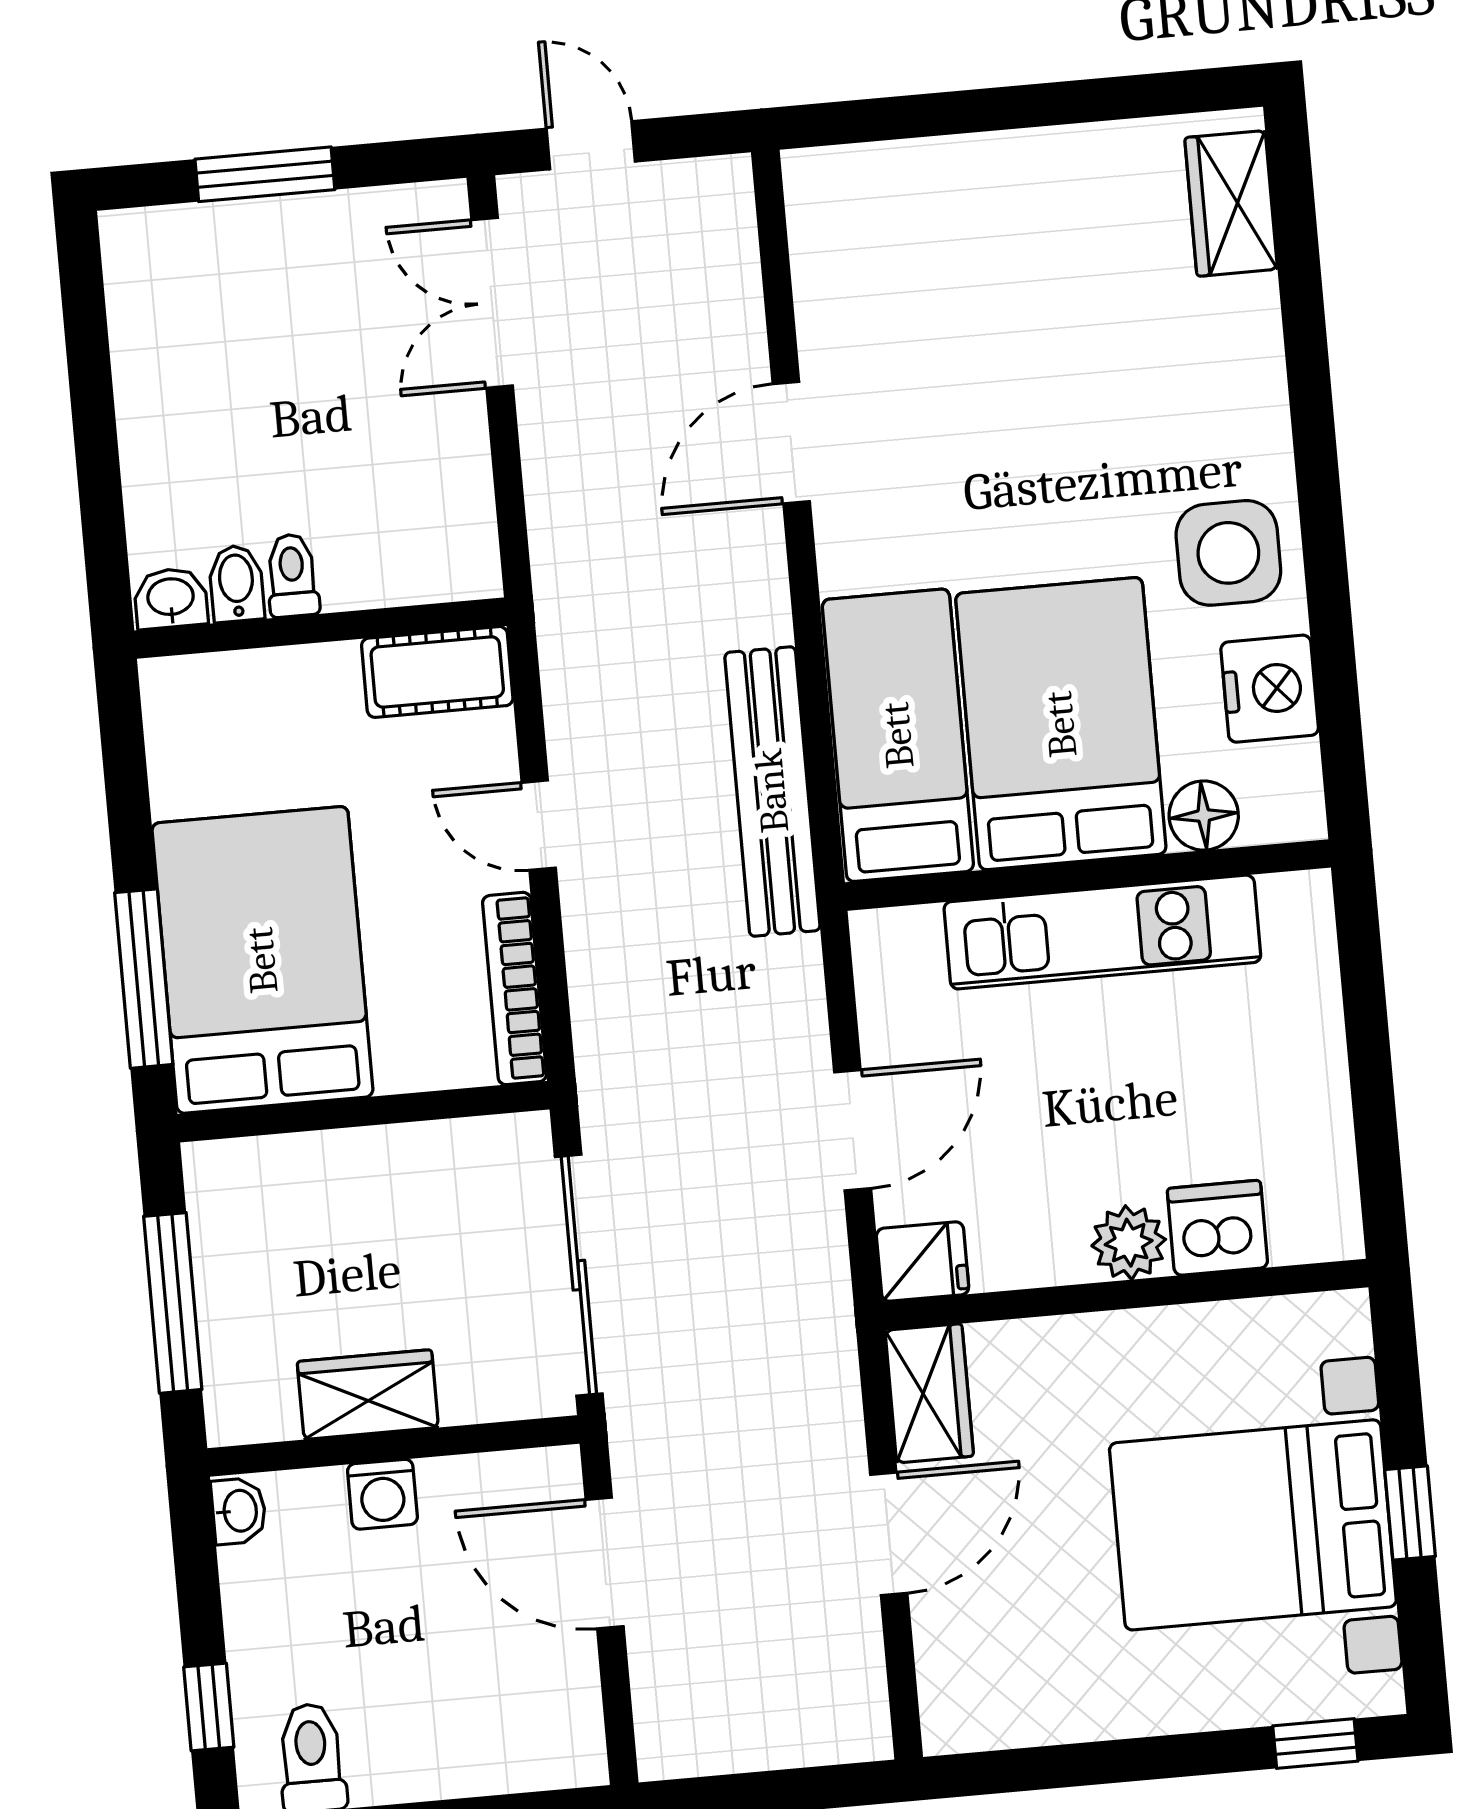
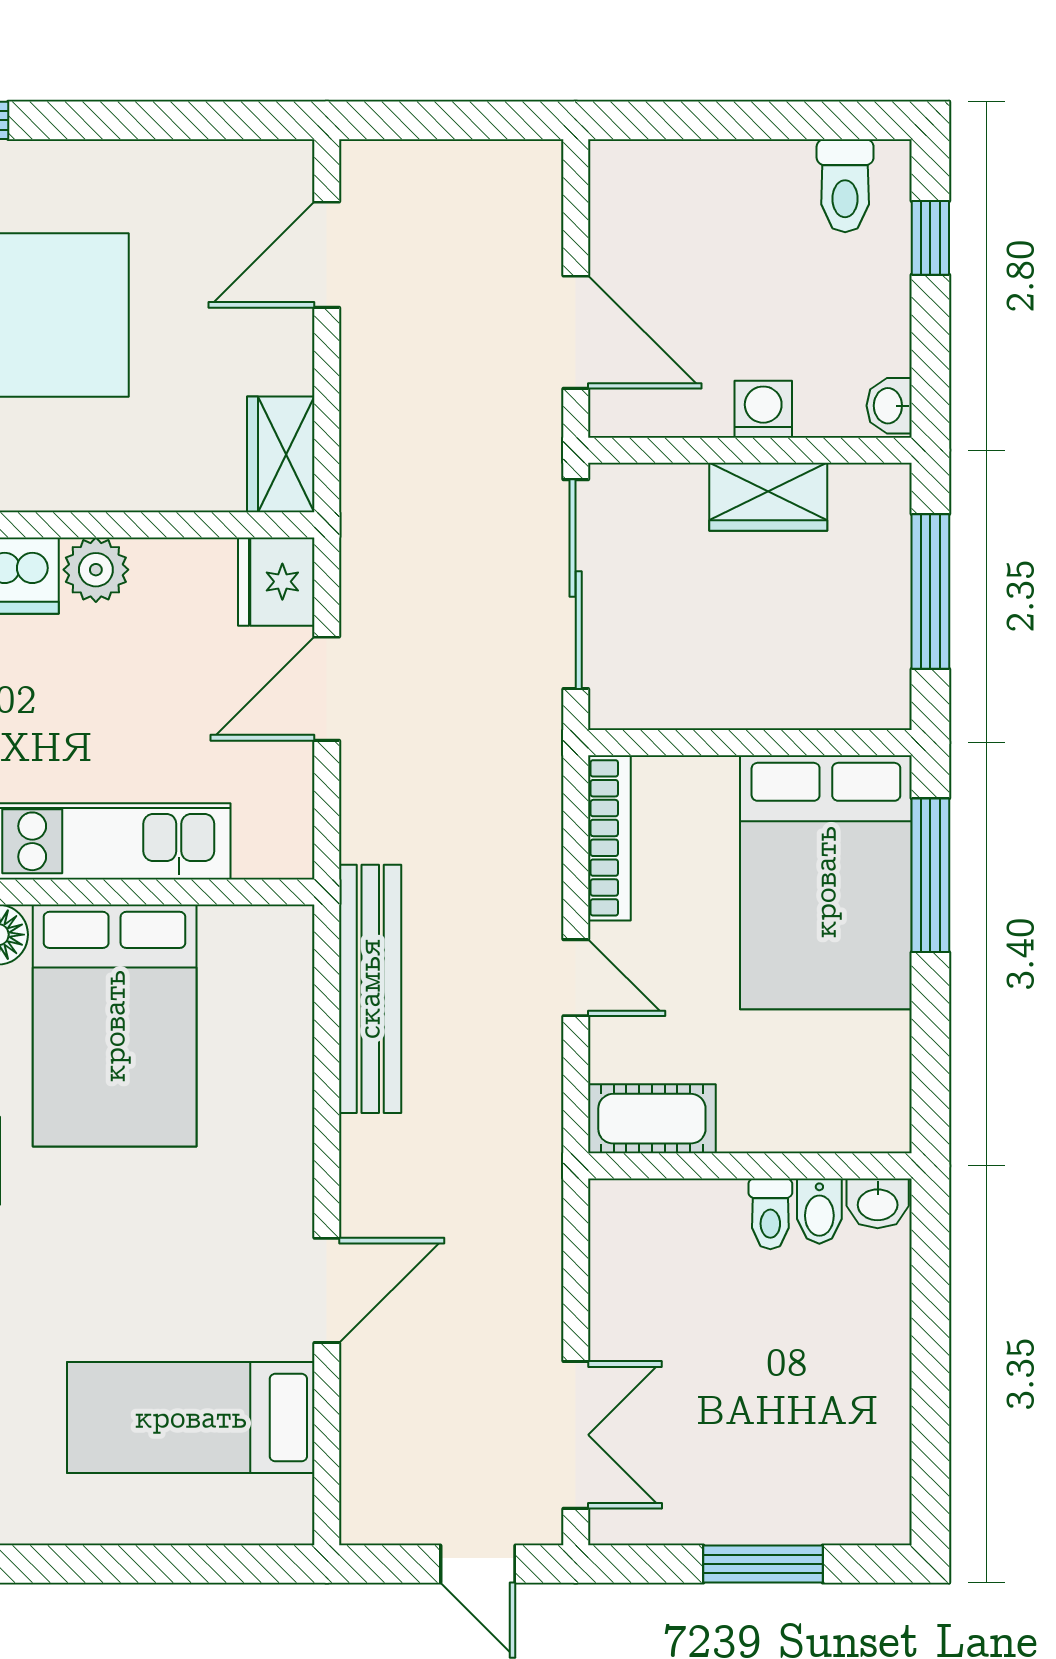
bed: (898, 735) -> (191, 1418), moved, turned 90
fridge: (923, 1262) -> (276, 582), width x1.38
door: (889, 1534) -> (327, 255), moved

